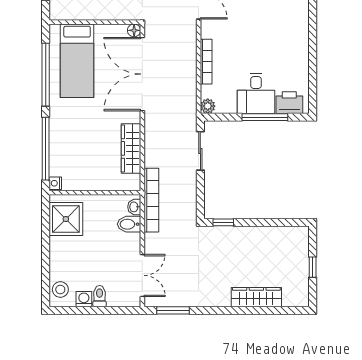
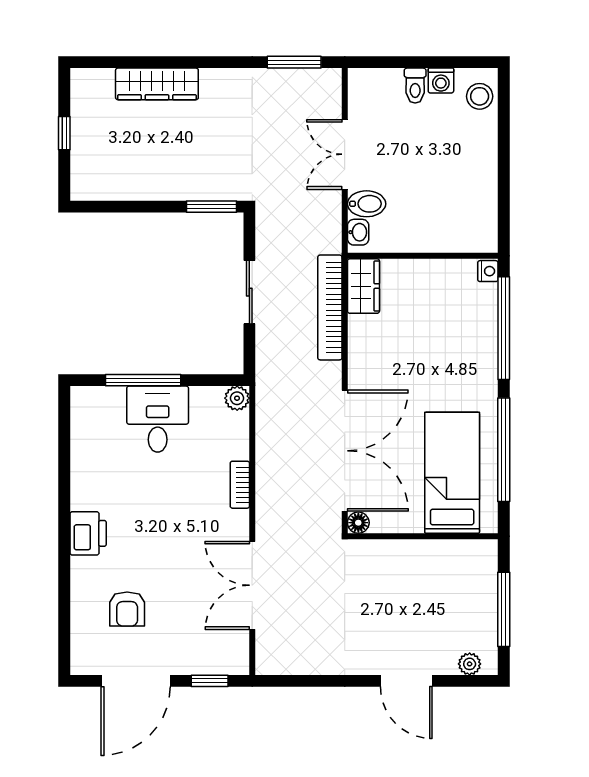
bookcase: (206, 62) -> (240, 485), width x0.64
printer: (289, 103) -> (88, 533), moved, turned -90
wardrobe: (131, 148) -> (363, 286), moved, width x0.67
sliding door: (200, 151) -> (249, 292), moved
bookcase: (151, 200) -> (330, 307), moved
shower: (66, 219) -> (471, 212), removed
window: (223, 222) -> (211, 207), width x1.50
double door: (142, 275) -> (345, 154), moved

